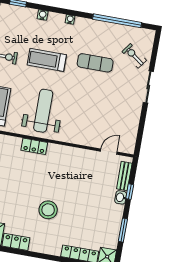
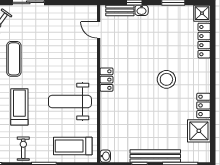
treadmill: (47, 60) -> (19, 107), turned 180
locker: (34, 146) -> (106, 80), moved

